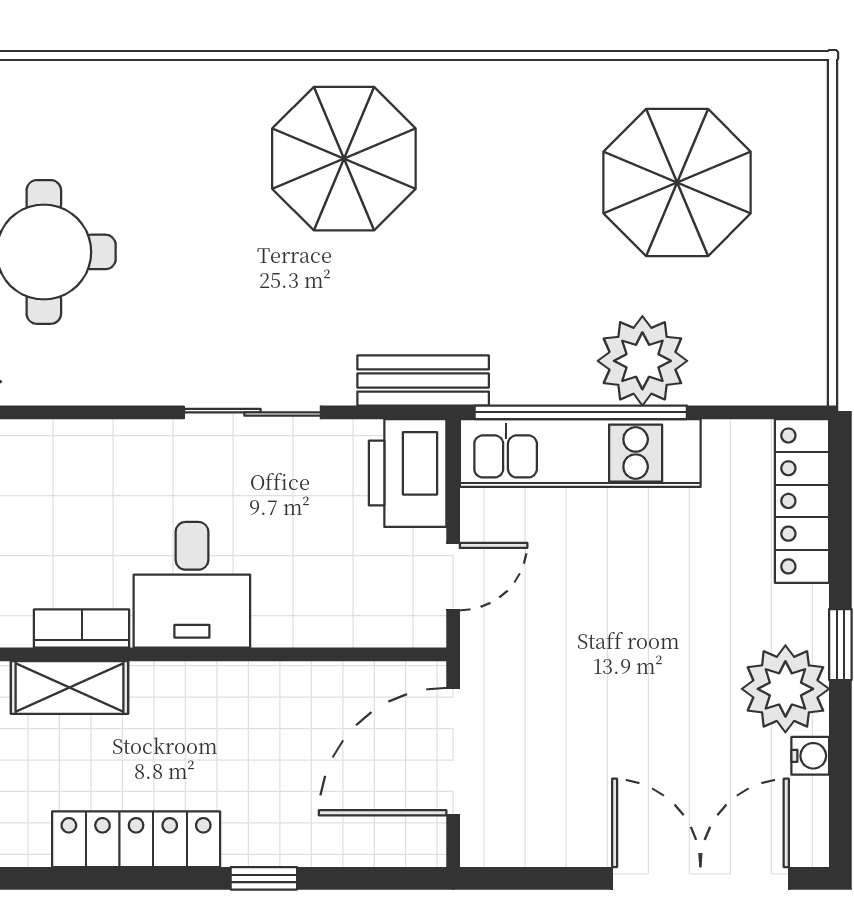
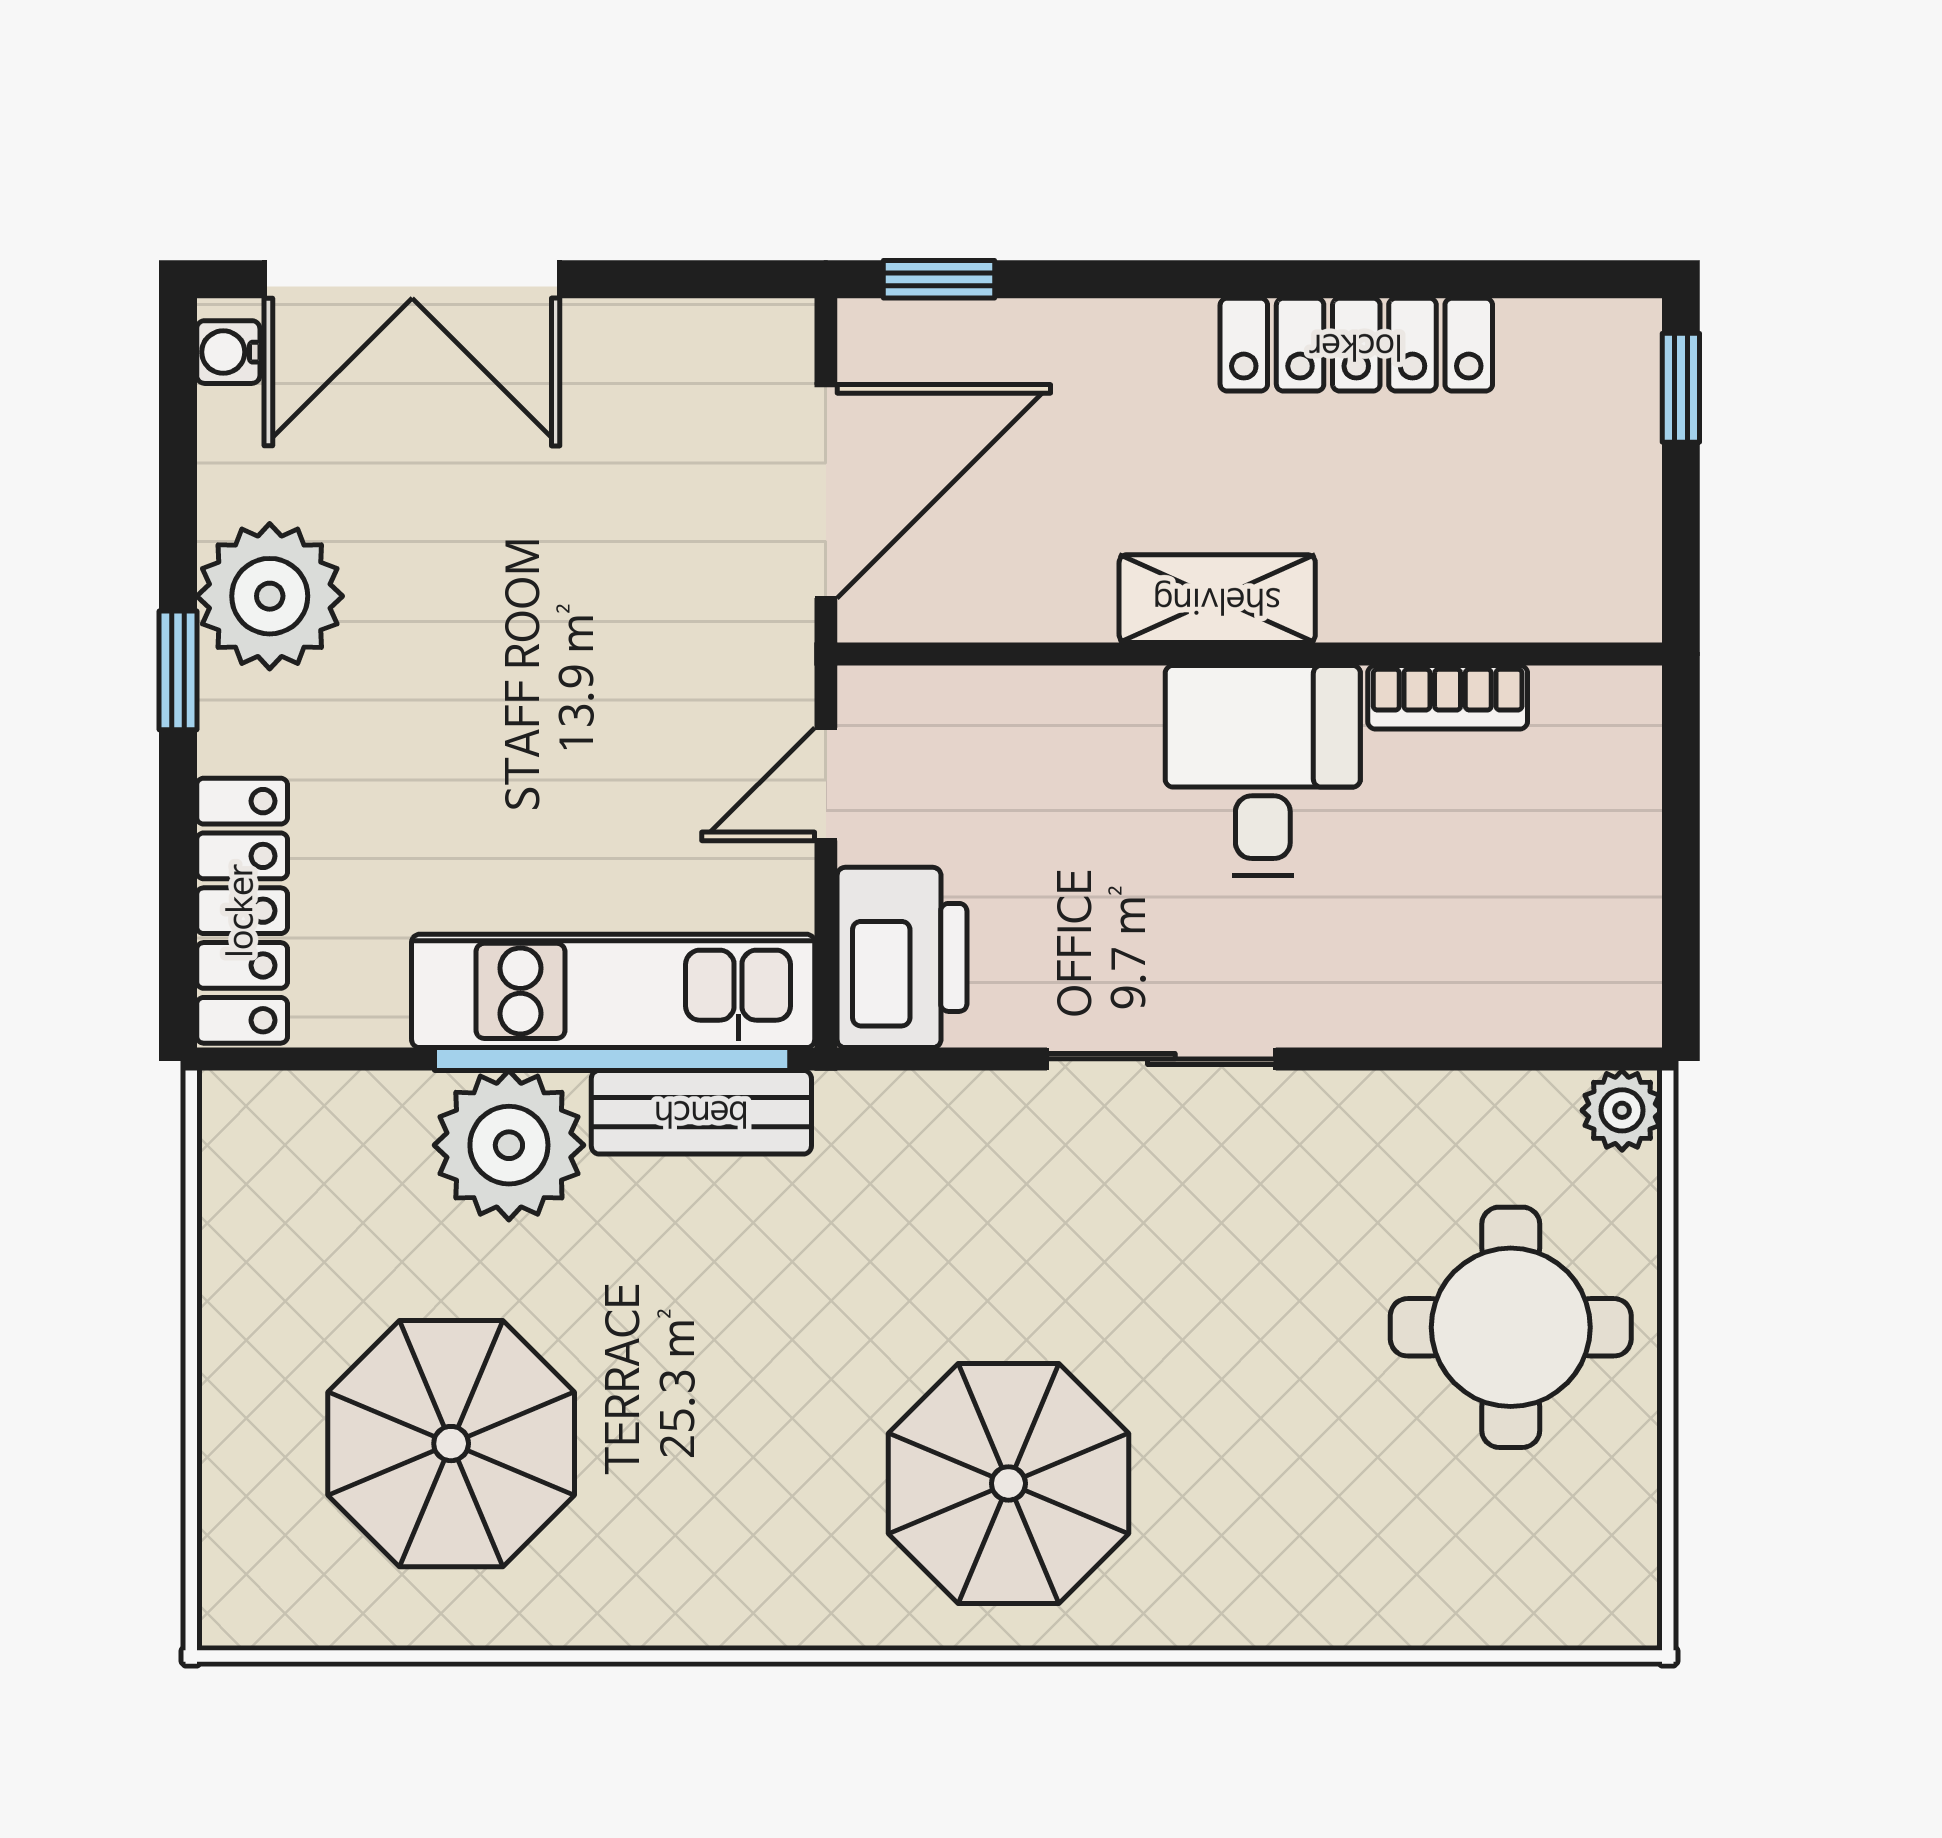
bench: (423, 381) -> (701, 1112), moved
shelving: (70, 687) -> (1217, 599), moved
water cooler: (810, 756) -> (228, 352), moved
window: (264, 878) -> (939, 279), moved

